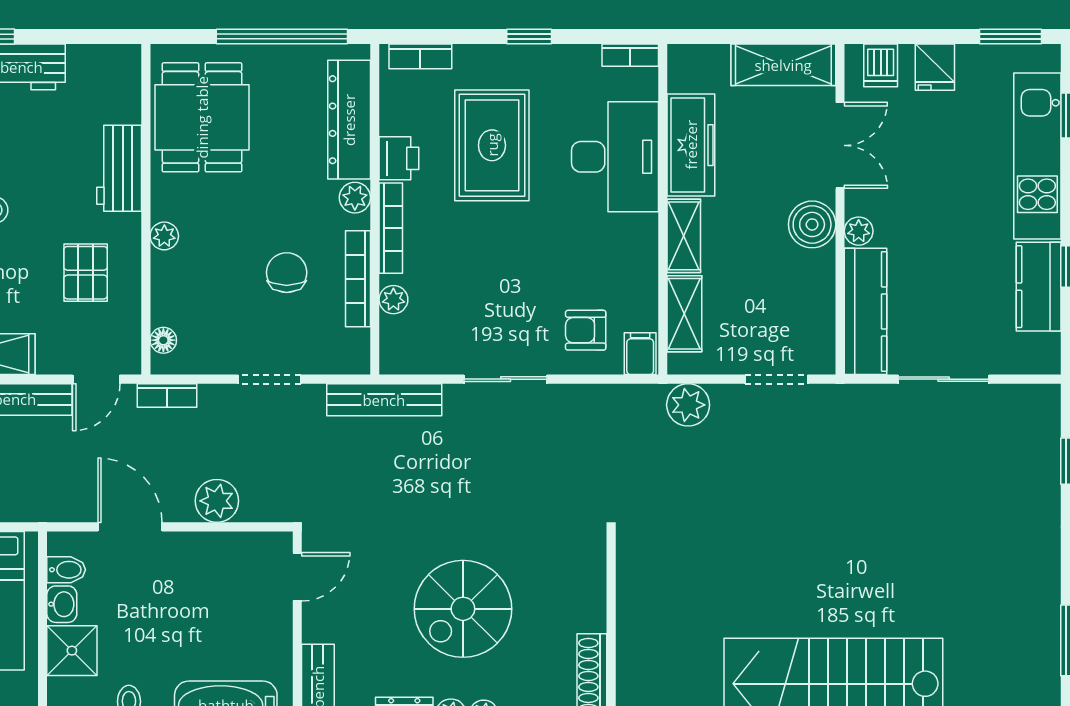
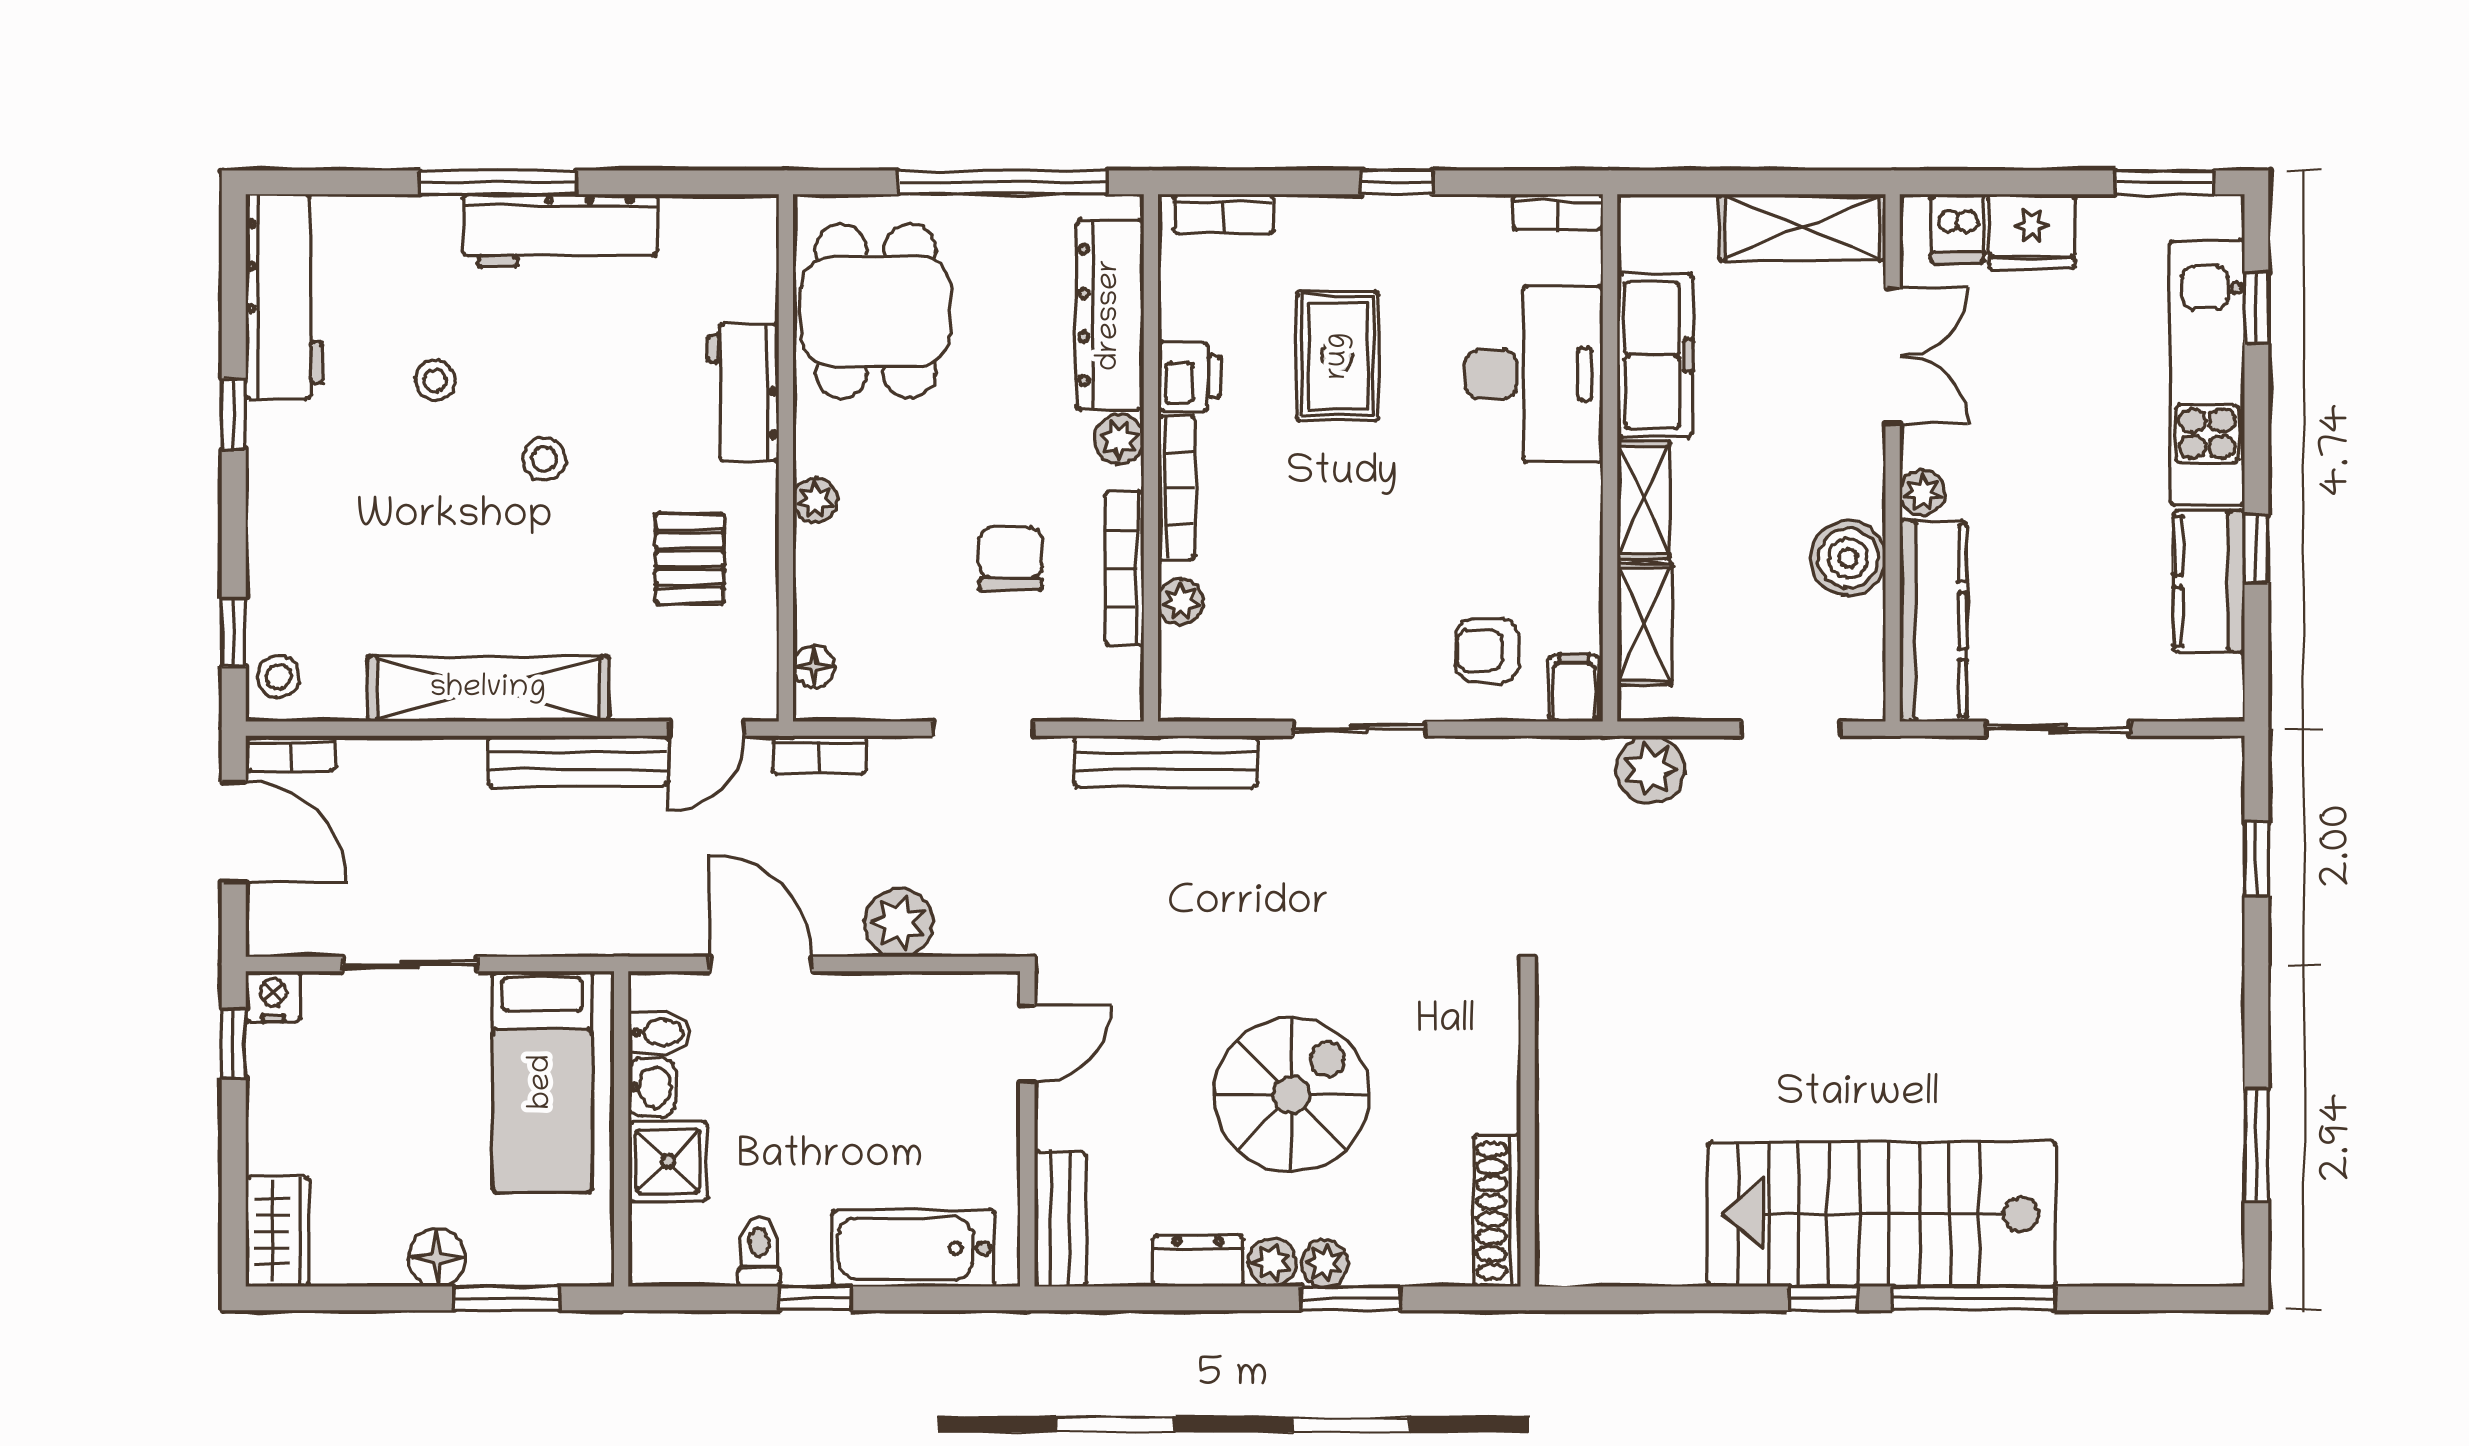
fridge: (935, 67) -> (2032, 231), width x1.38
rug: (492, 145) -> (1338, 356), width x0.73, depth x0.70
boiler: (812, 224) -> (1848, 558), moved
spiral stairs: (463, 609) -> (1291, 1095), turned 180

